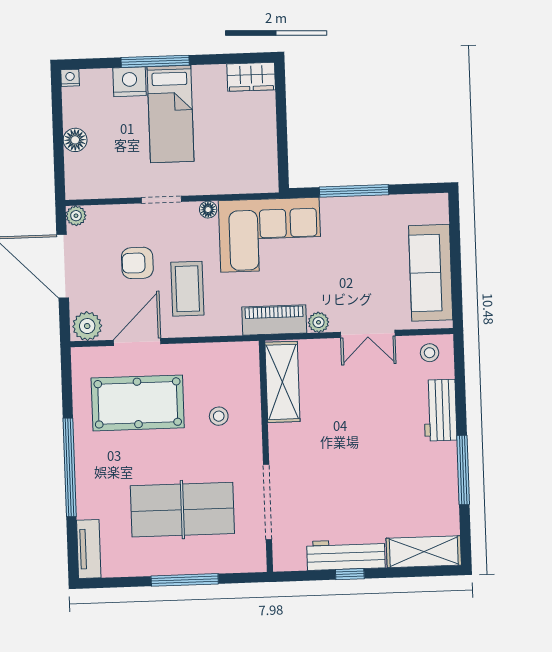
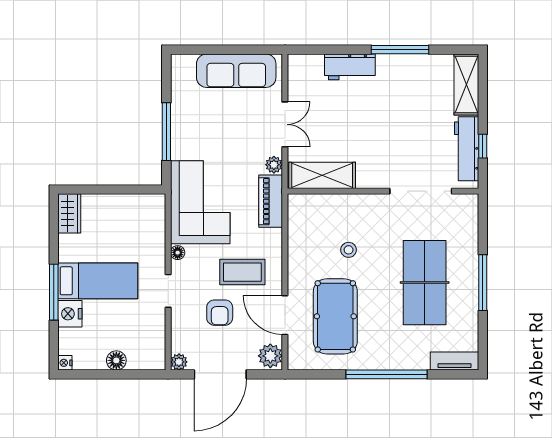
stool: (430, 353) -> (302, 74), removed
shelving: (282, 382) -> (322, 175), moved
wall: (266, 456) -> (383, 191), moved
doorway: (267, 502) -> (421, 191), moved

